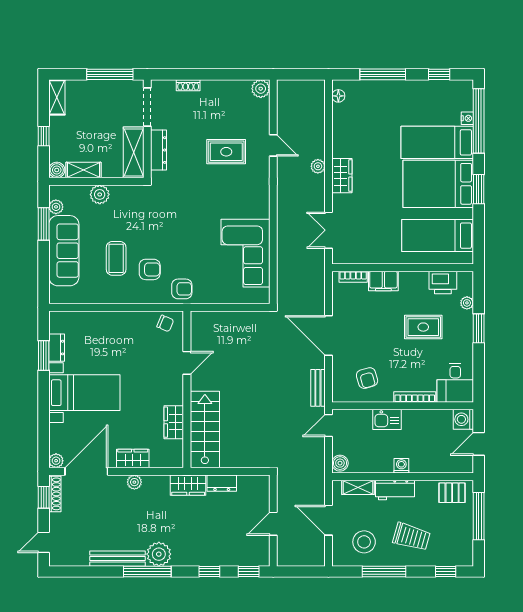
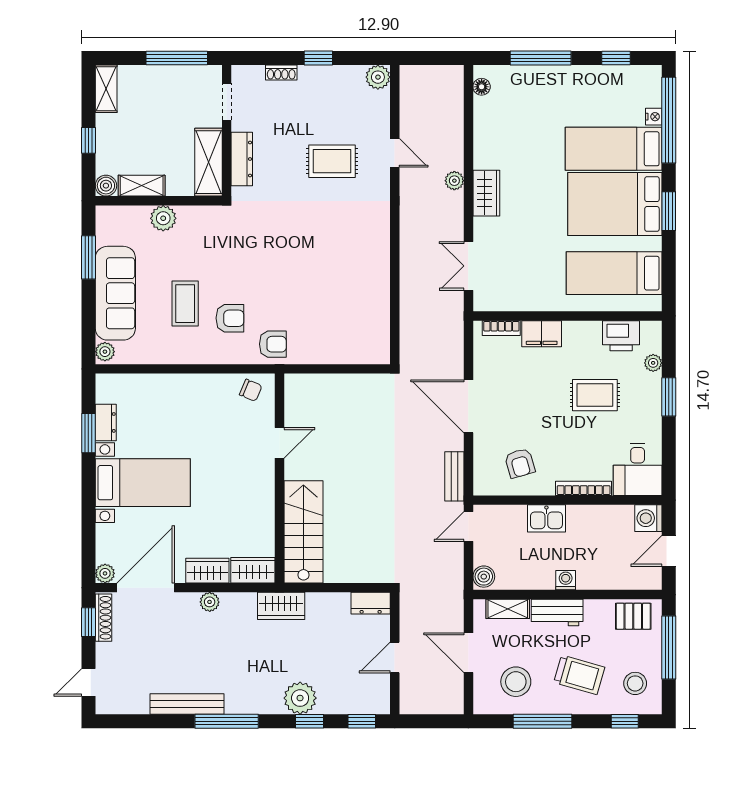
window: (216, 74) -> (318, 58), added
doorway: (147, 107) -> (227, 102), width x0.73
plant: (56, 207) -> (105, 352), moved
corner sofa: (246, 253) -> (358, 296), removed
wardrobe: (174, 422) -> (253, 570), moved, turned 90
dresser: (222, 483) -> (371, 603), moved
stool: (453, 543) -> (635, 683), added
plant: (159, 554) -> (300, 698), moved

